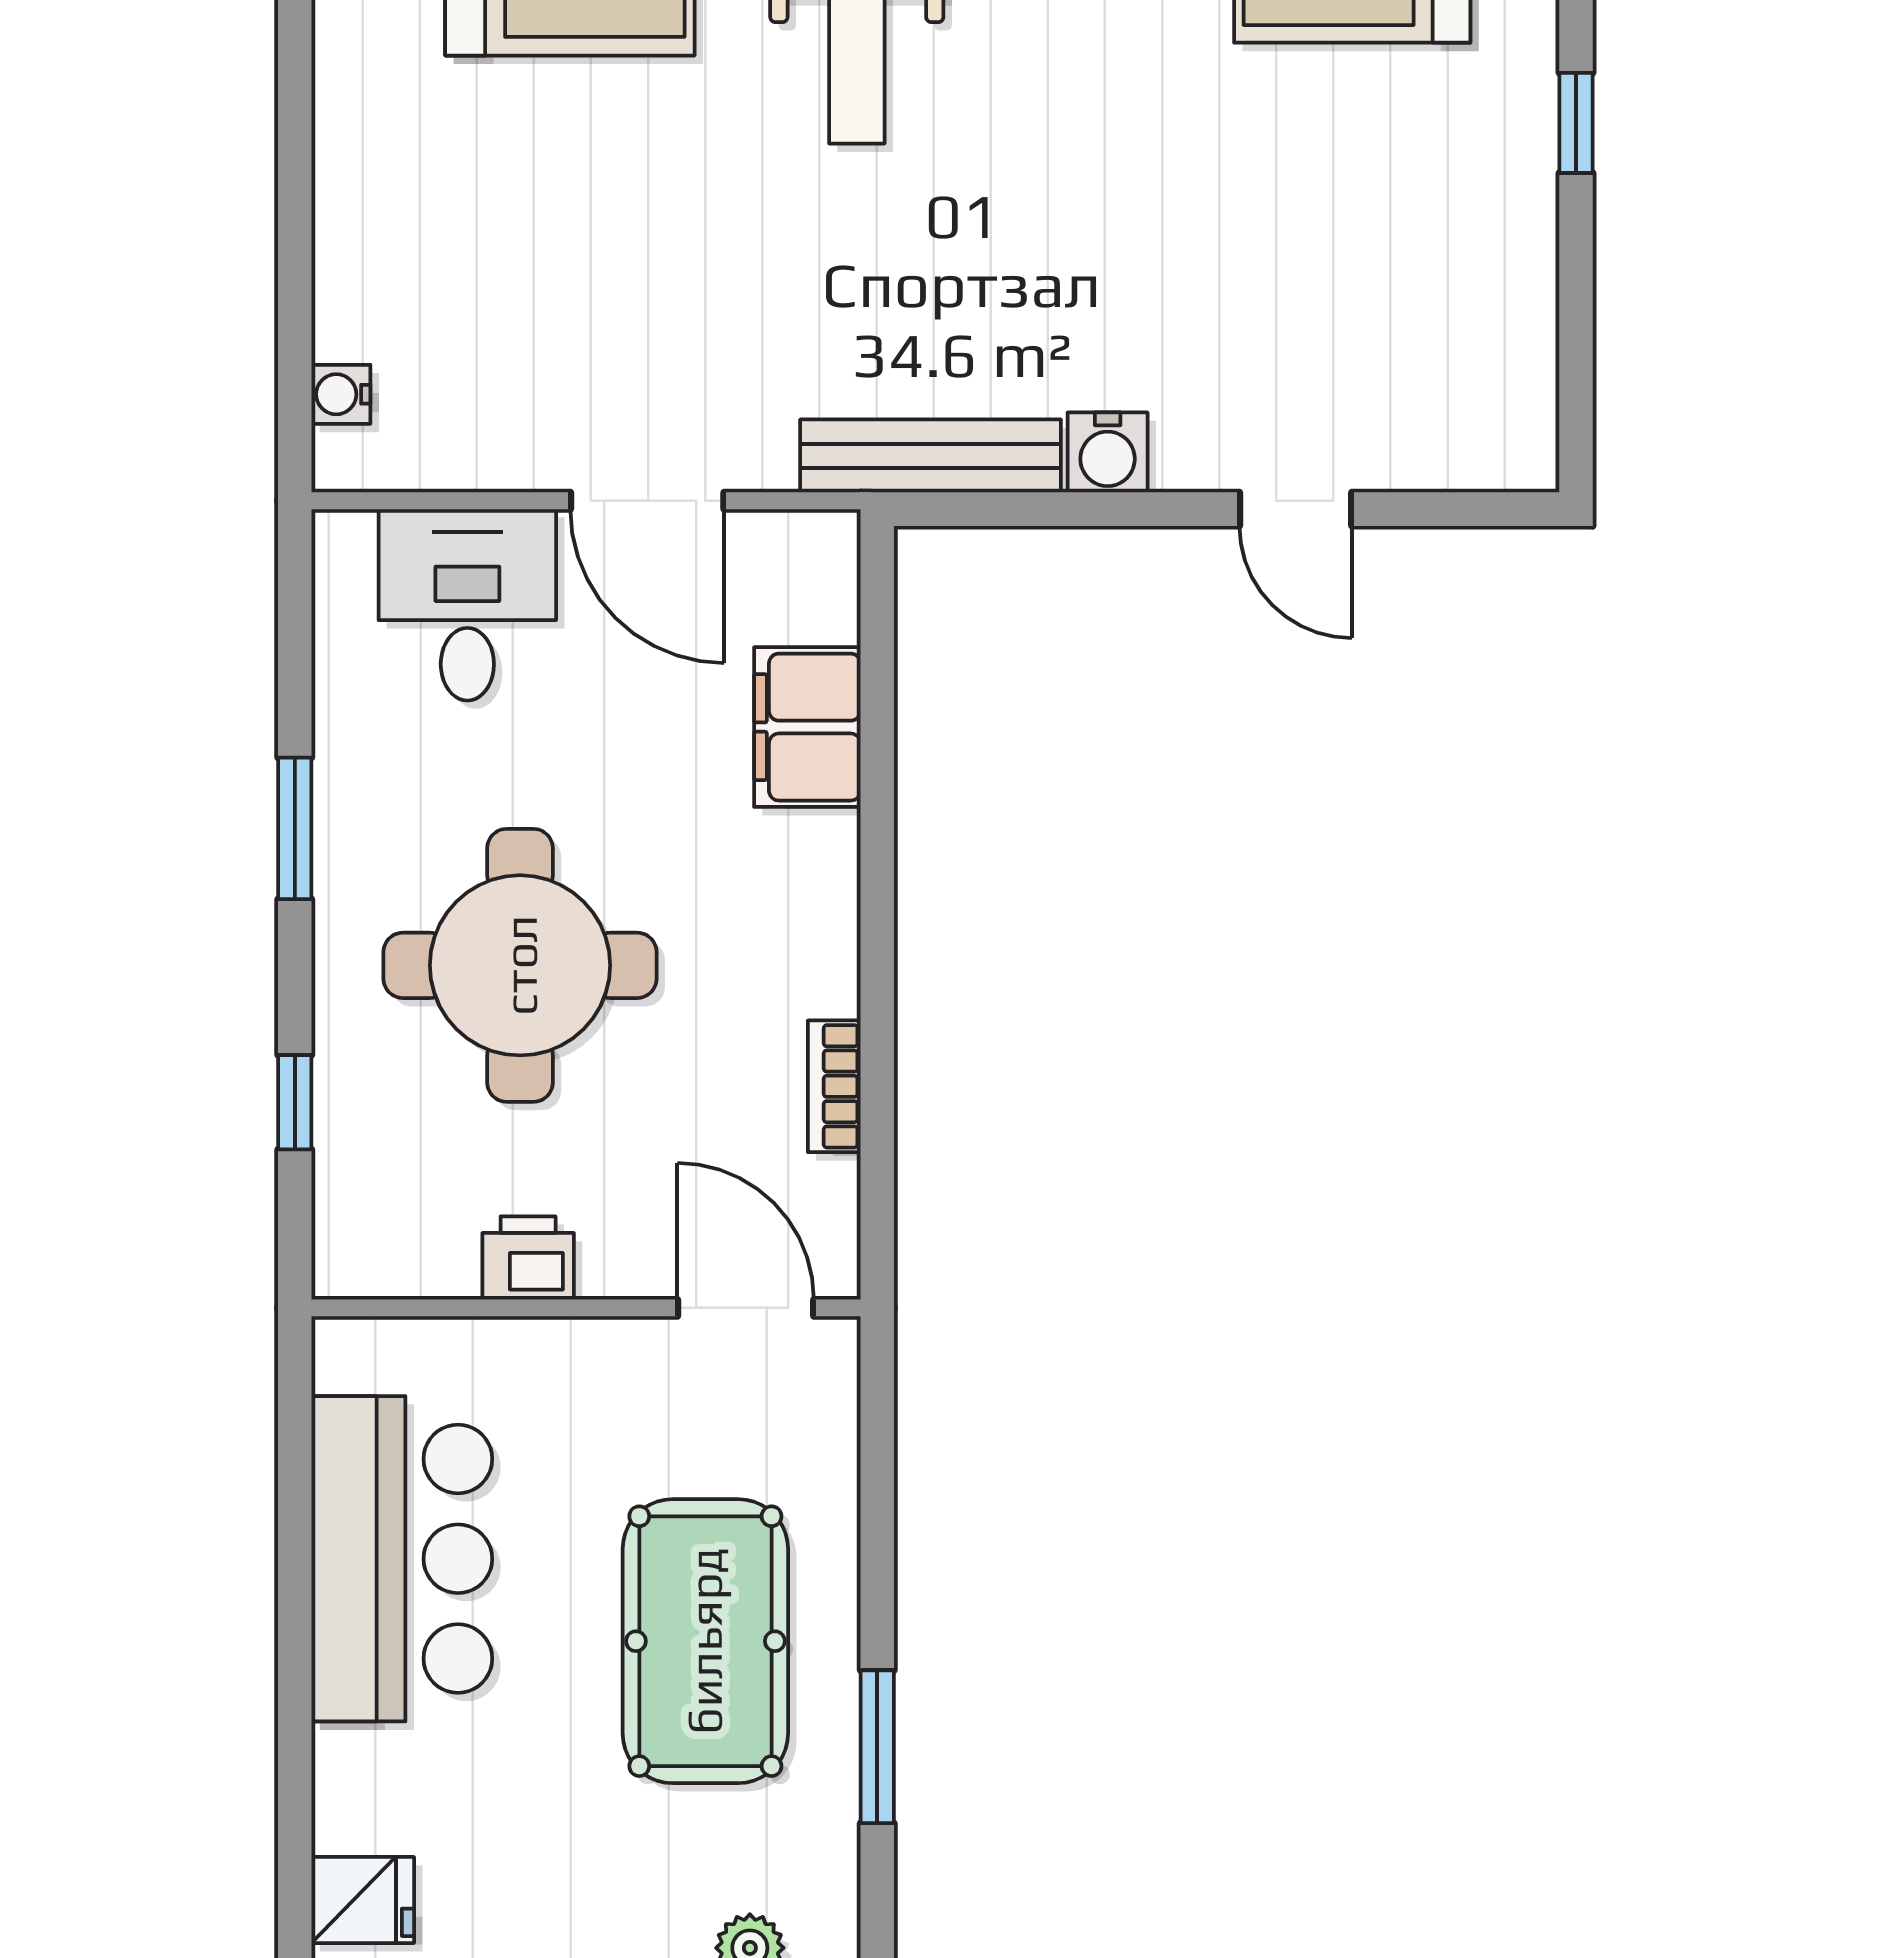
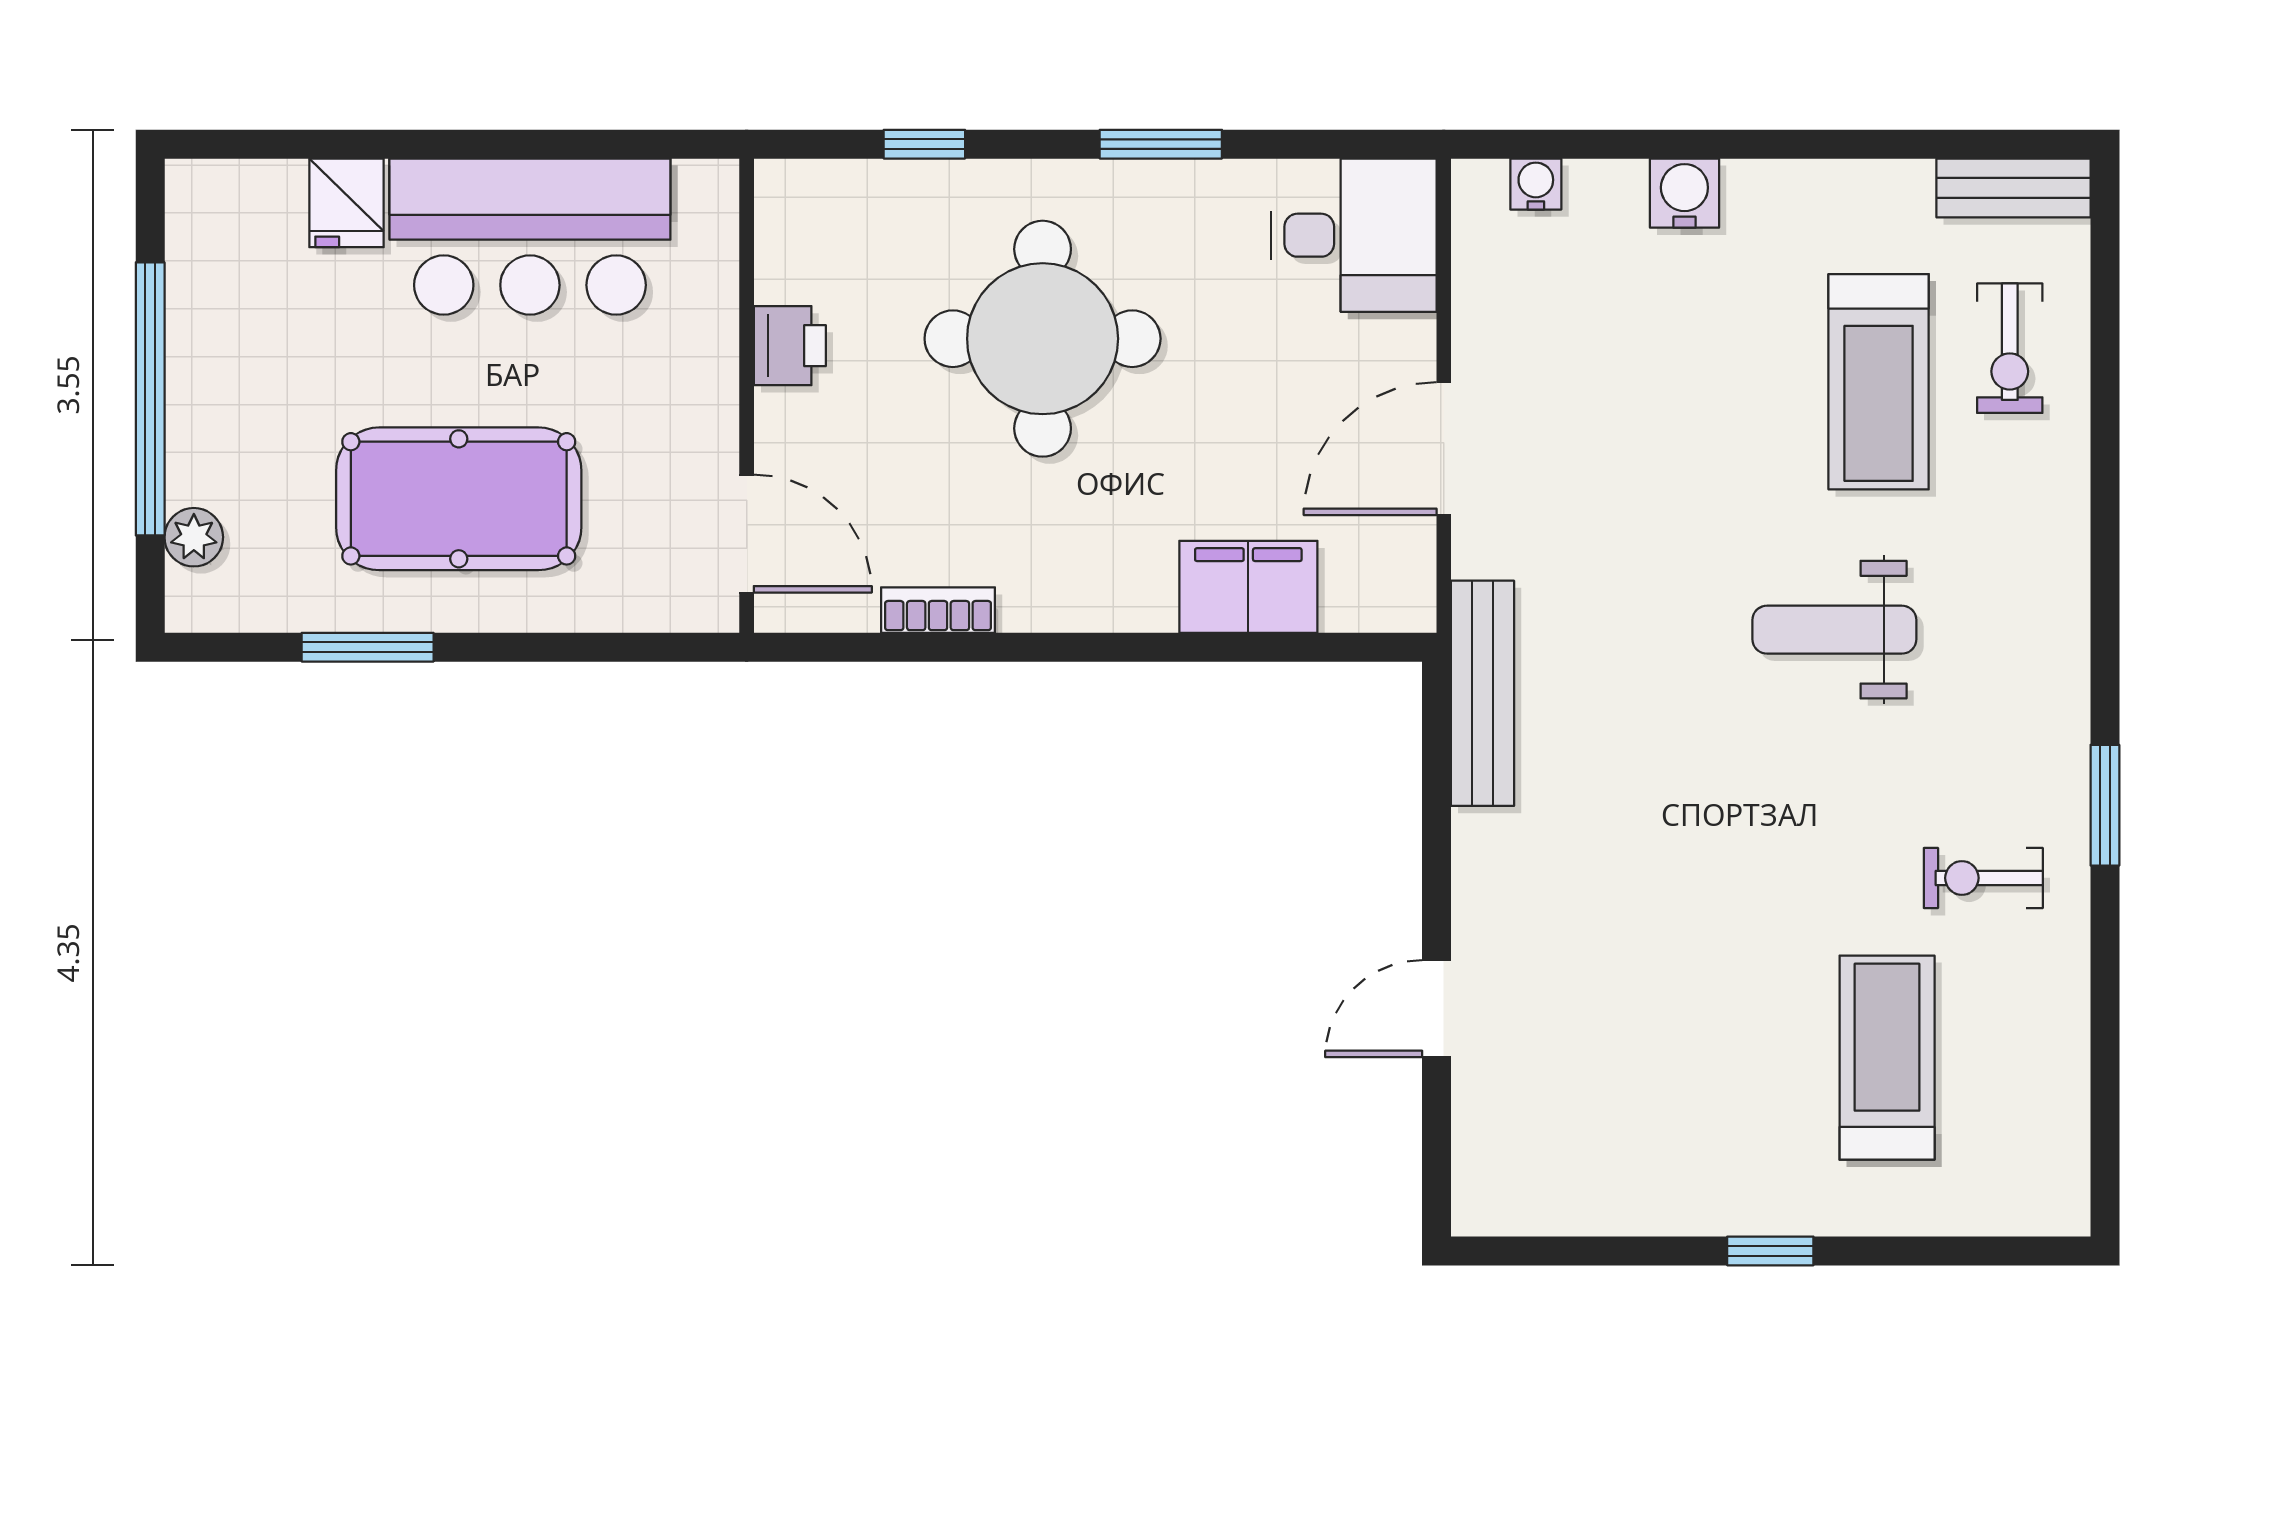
water cooler: (1108, 452) -> (1684, 193), moved, turned 90
desk: (467, 605) -> (1354, 235), moved
door: (746, 1308) -> (747, 534), hinge flipped
fridge: (363, 1900) -> (346, 203), moved

